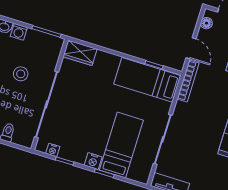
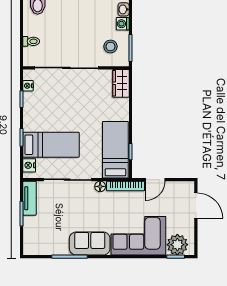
floor lamp: (207, 23) -> (100, 186), moved
stool: (21, 74) -> (110, 46), moved
nightstand: (93, 161) -> (29, 165), moved

